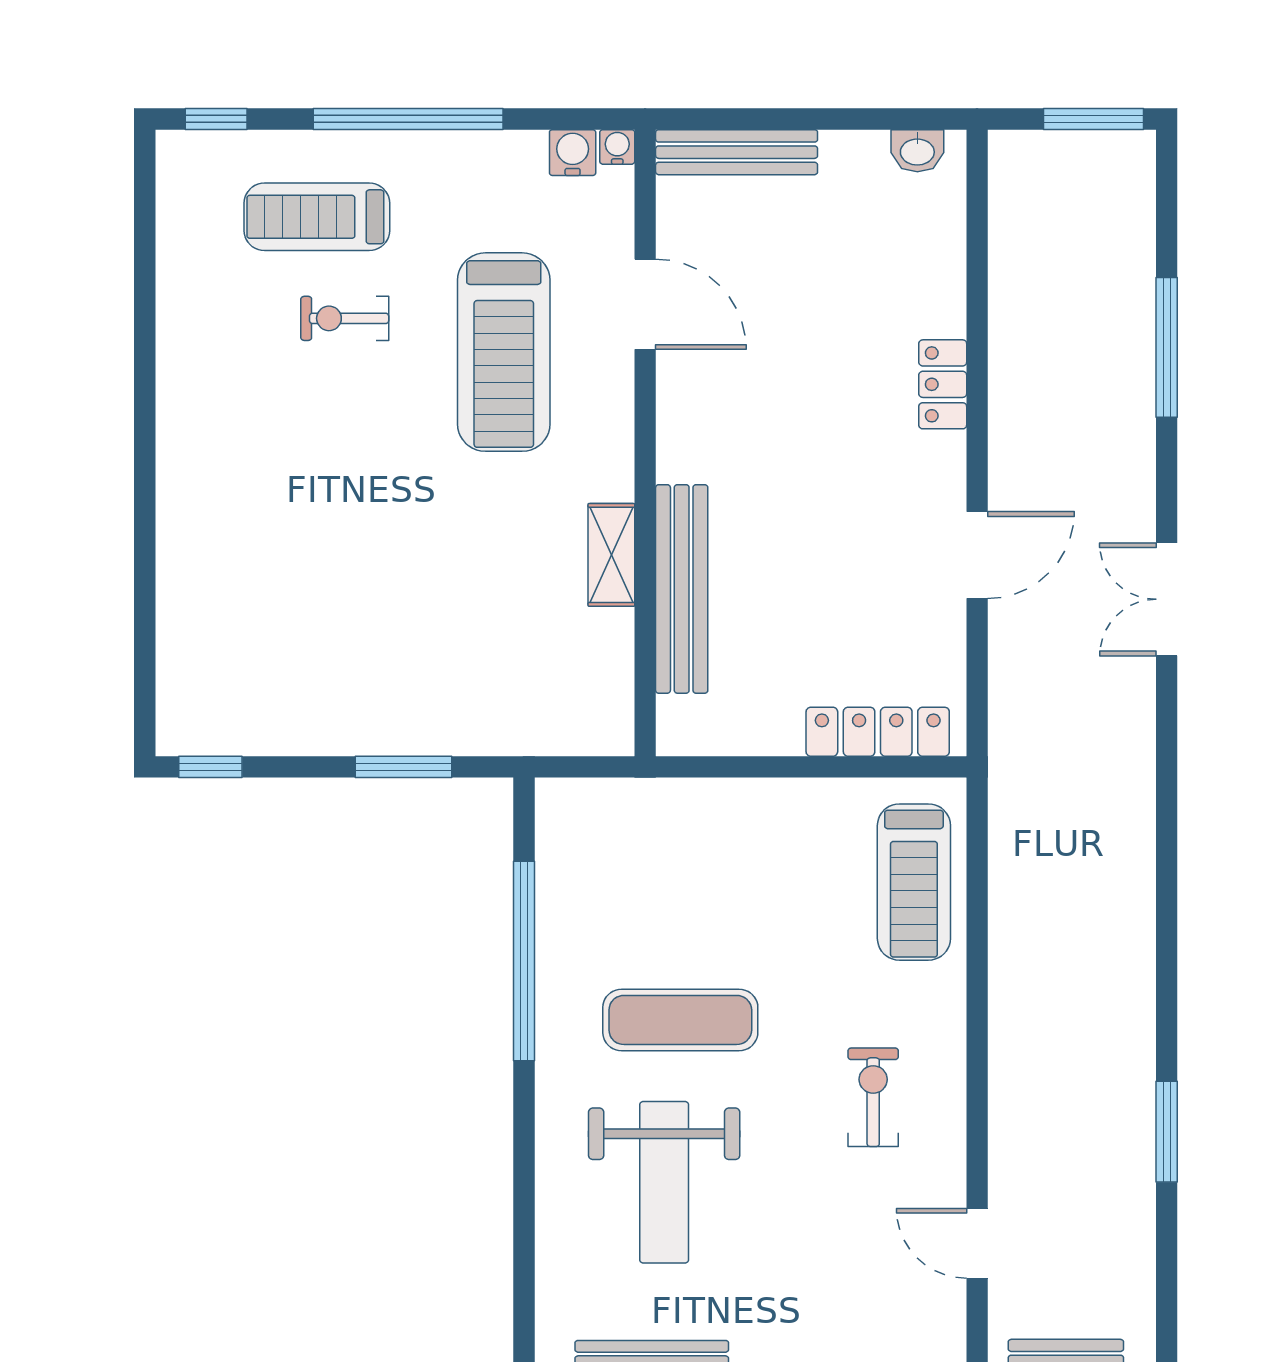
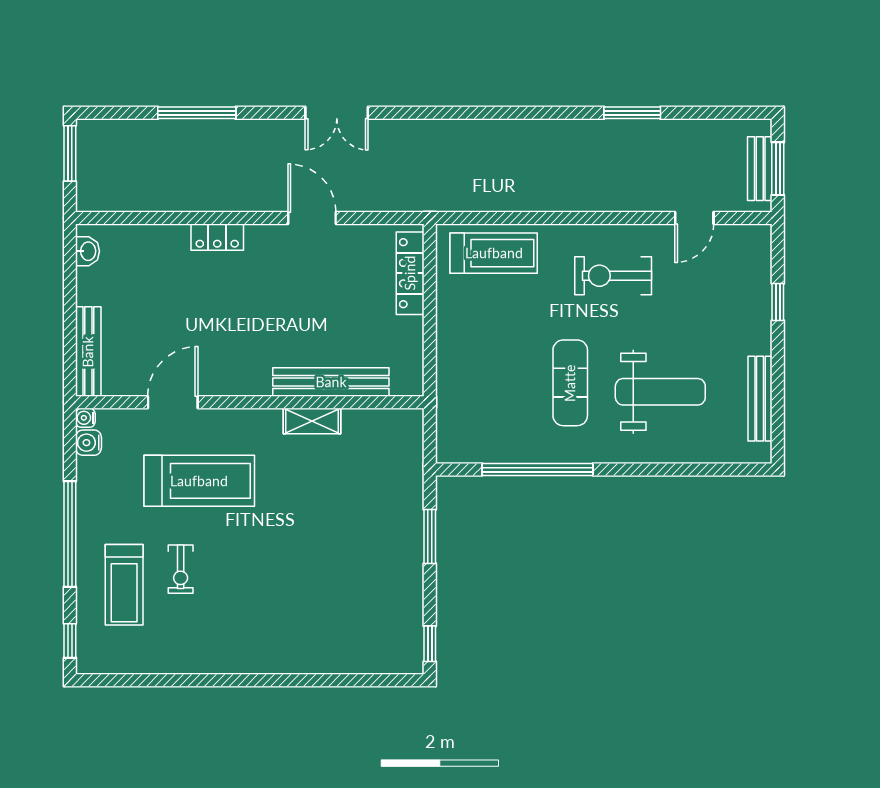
exercise bike: (873, 1097) -> (613, 276), width x1.38, depth x1.39

